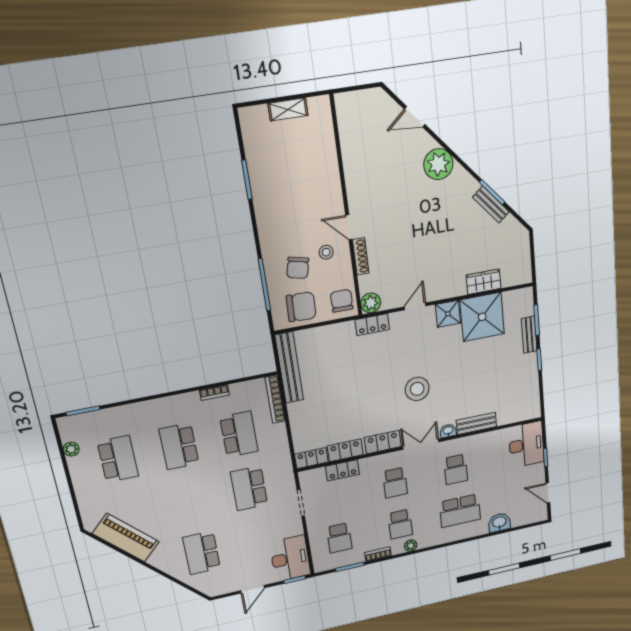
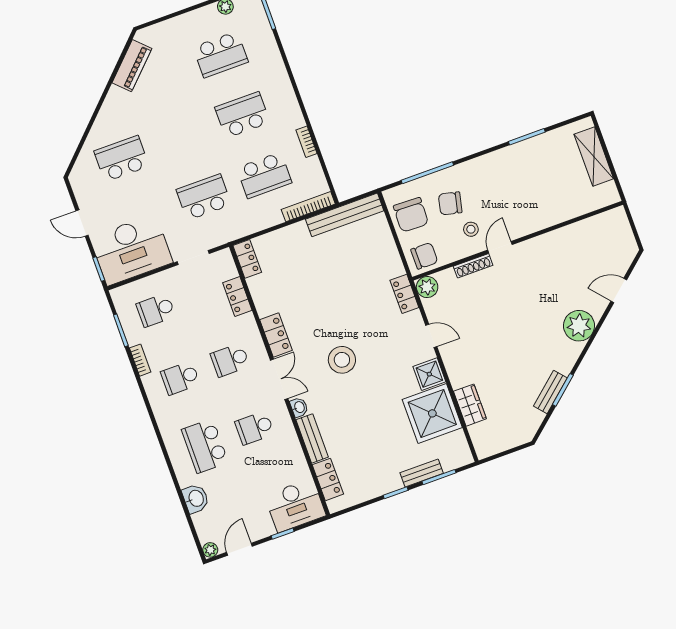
shelving: (288, 109) -> (594, 156), width x1.50, depth x1.33
door: (415, 117) -> (619, 290), hinge flipped
locker: (345, 450) -> (328, 479), moved
piano: (126, 538) -> (132, 66), width x0.73, depth x0.75
plant: (411, 546) -> (210, 550), moved
desk: (290, 558) -> (131, 250), width x1.36, depth x1.30

